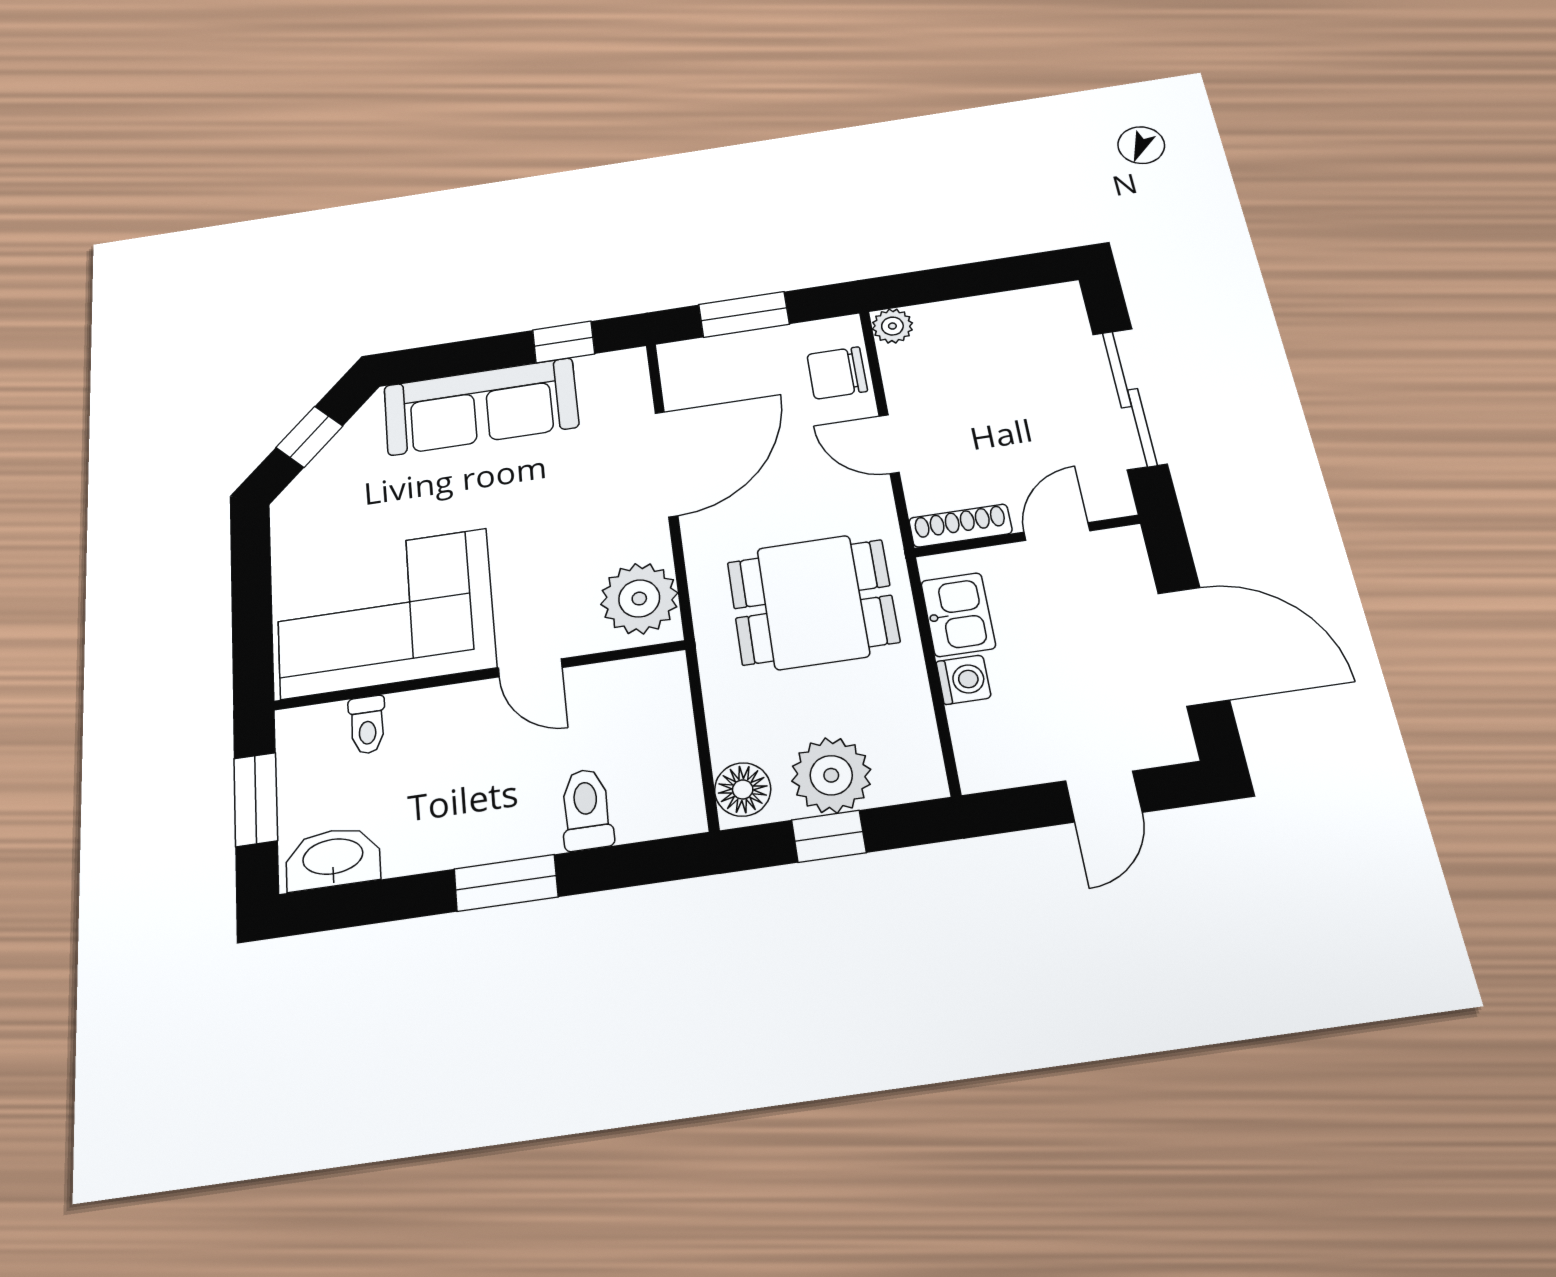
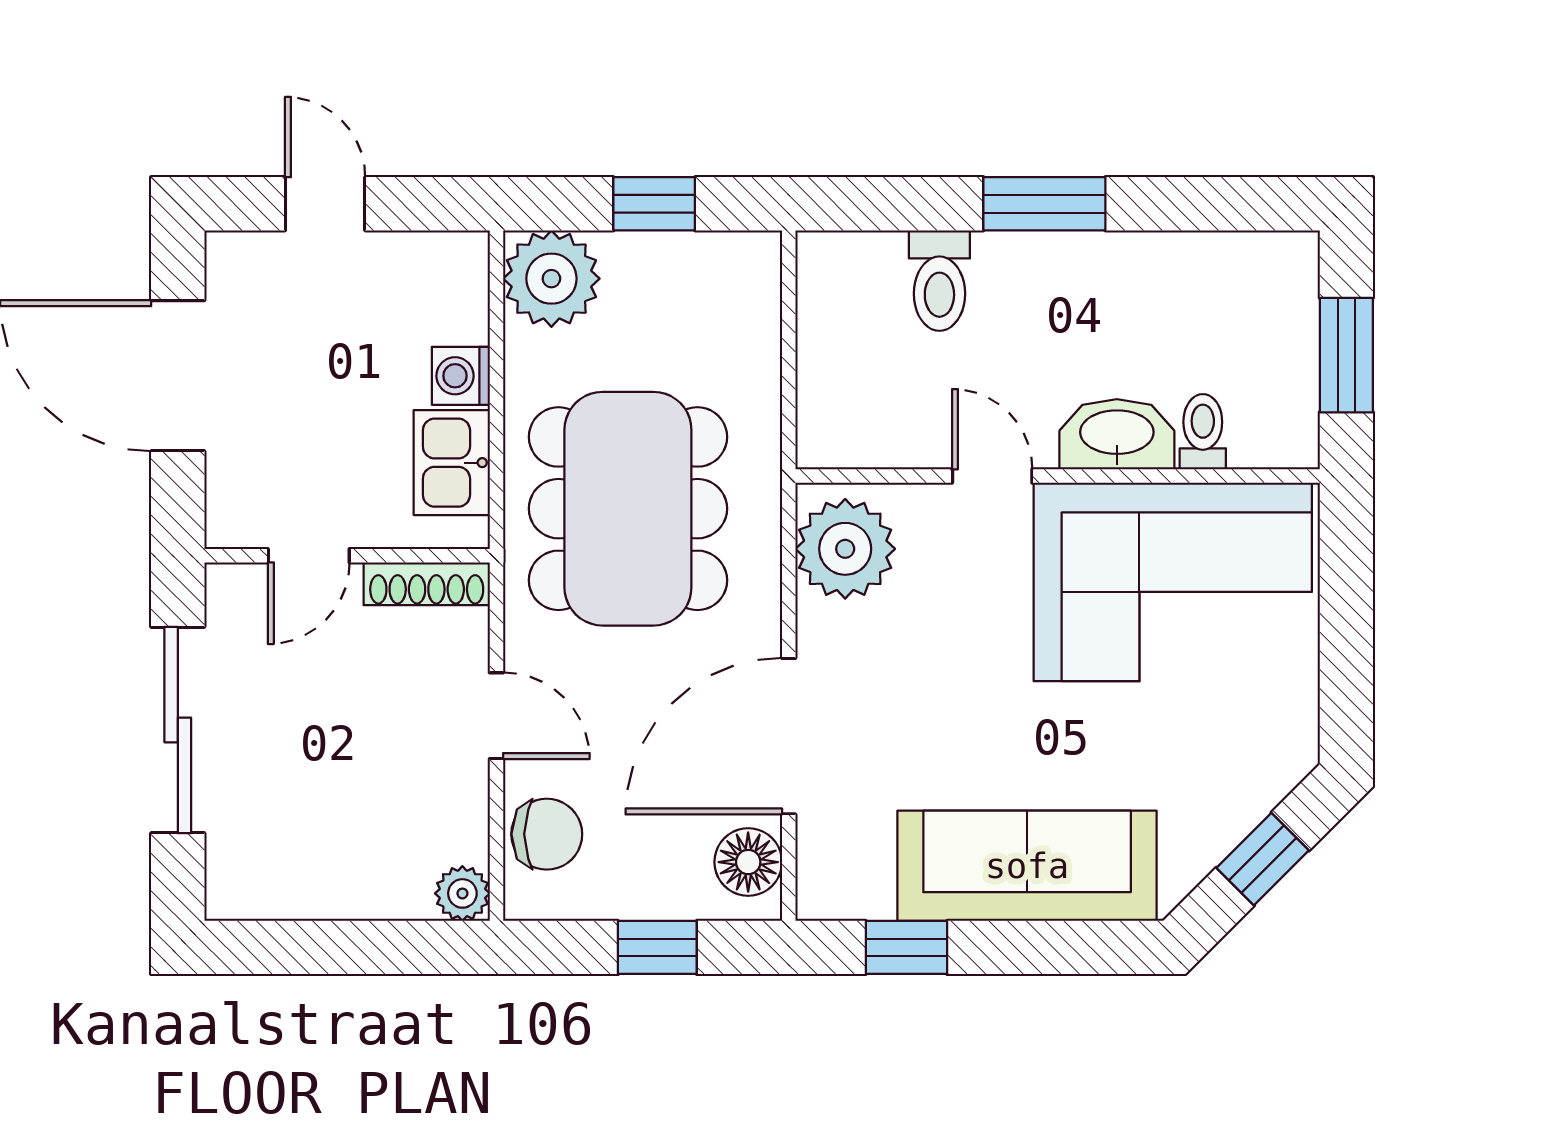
window: (744, 314) -> (657, 947), width x0.67
dining table: (813, 602) -> (628, 509), width x1.37
plant: (831, 775) -> (551, 279), moved
floor lamp: (743, 789) -> (748, 862), moved
door: (1104, 797) -> (325, 204), hinge flipped
washbasin: (333, 858) -> (1117, 434), moved, turned 180

